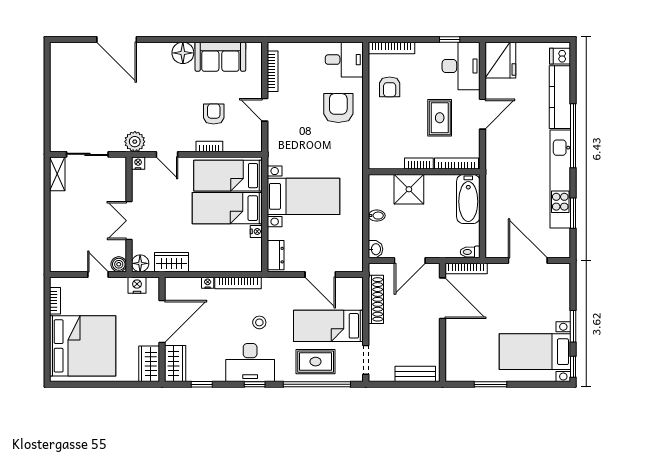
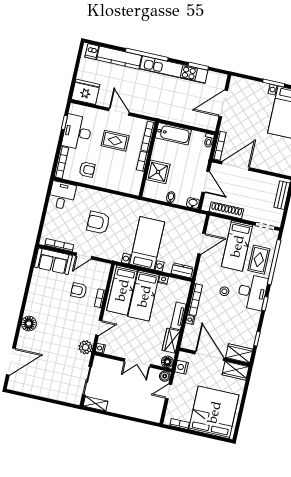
door: (117, 39) -> (11, 361), moved
floor lamp: (183, 53) -> (29, 324), moved
sofa: (220, 57) -> (53, 261), moved, turned 90
desk: (461, 66) -> (77, 132), moved, turned -90
armchair: (338, 108) -> (98, 223), moved
tv unit: (209, 264) -> (178, 316), added
desk: (250, 362) -> (252, 292), moved

